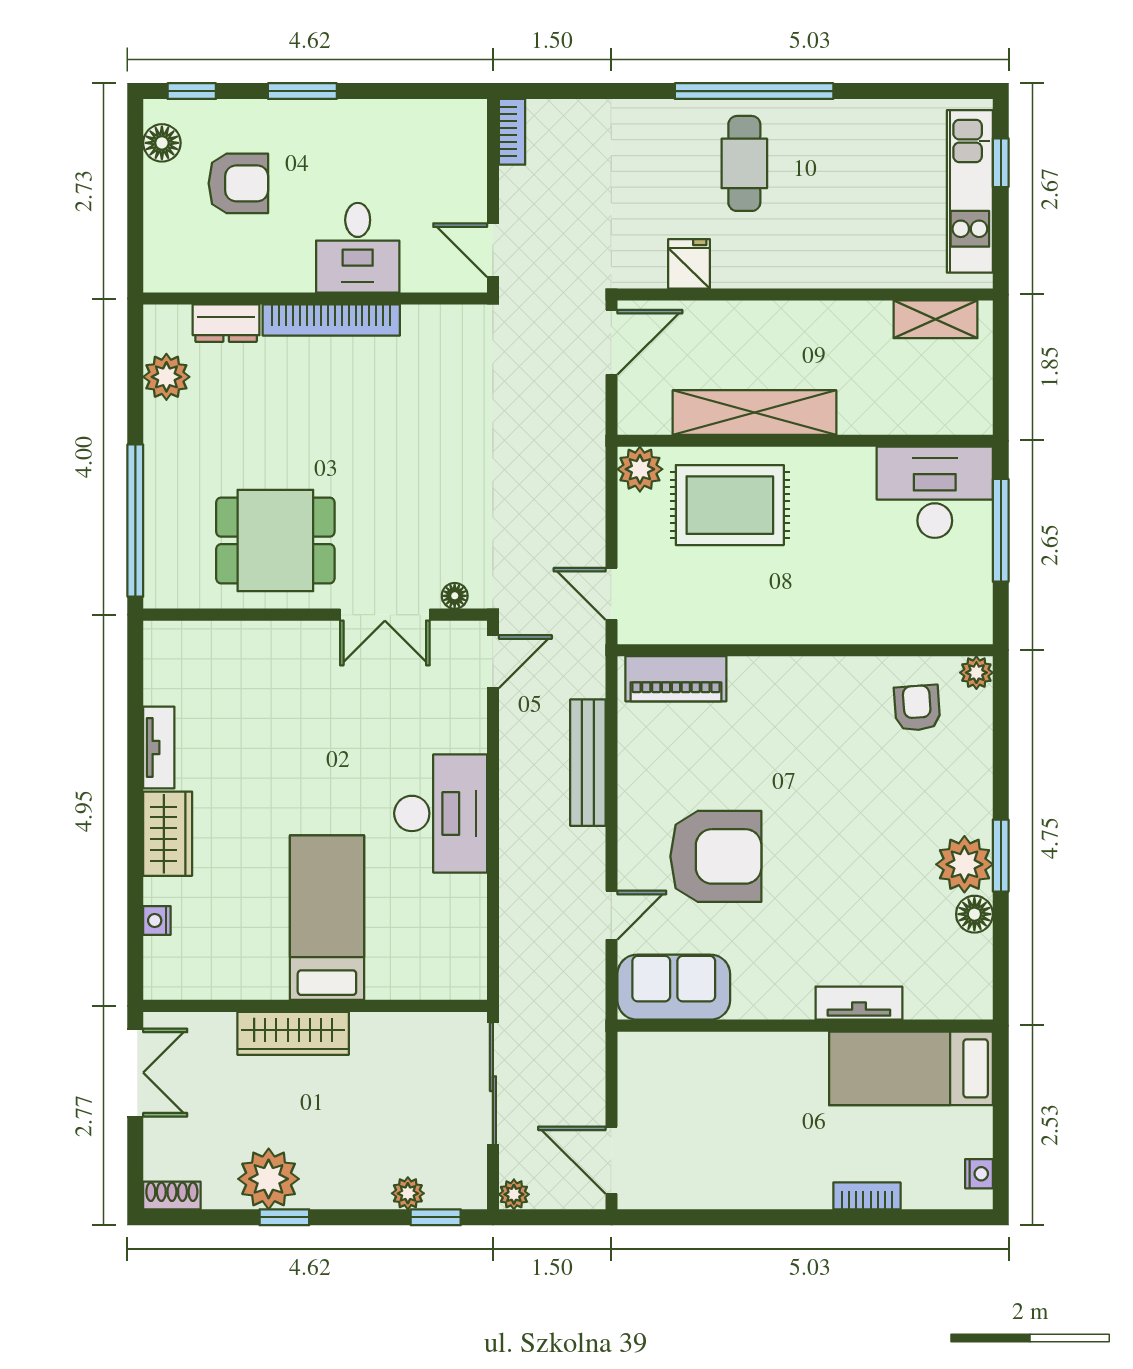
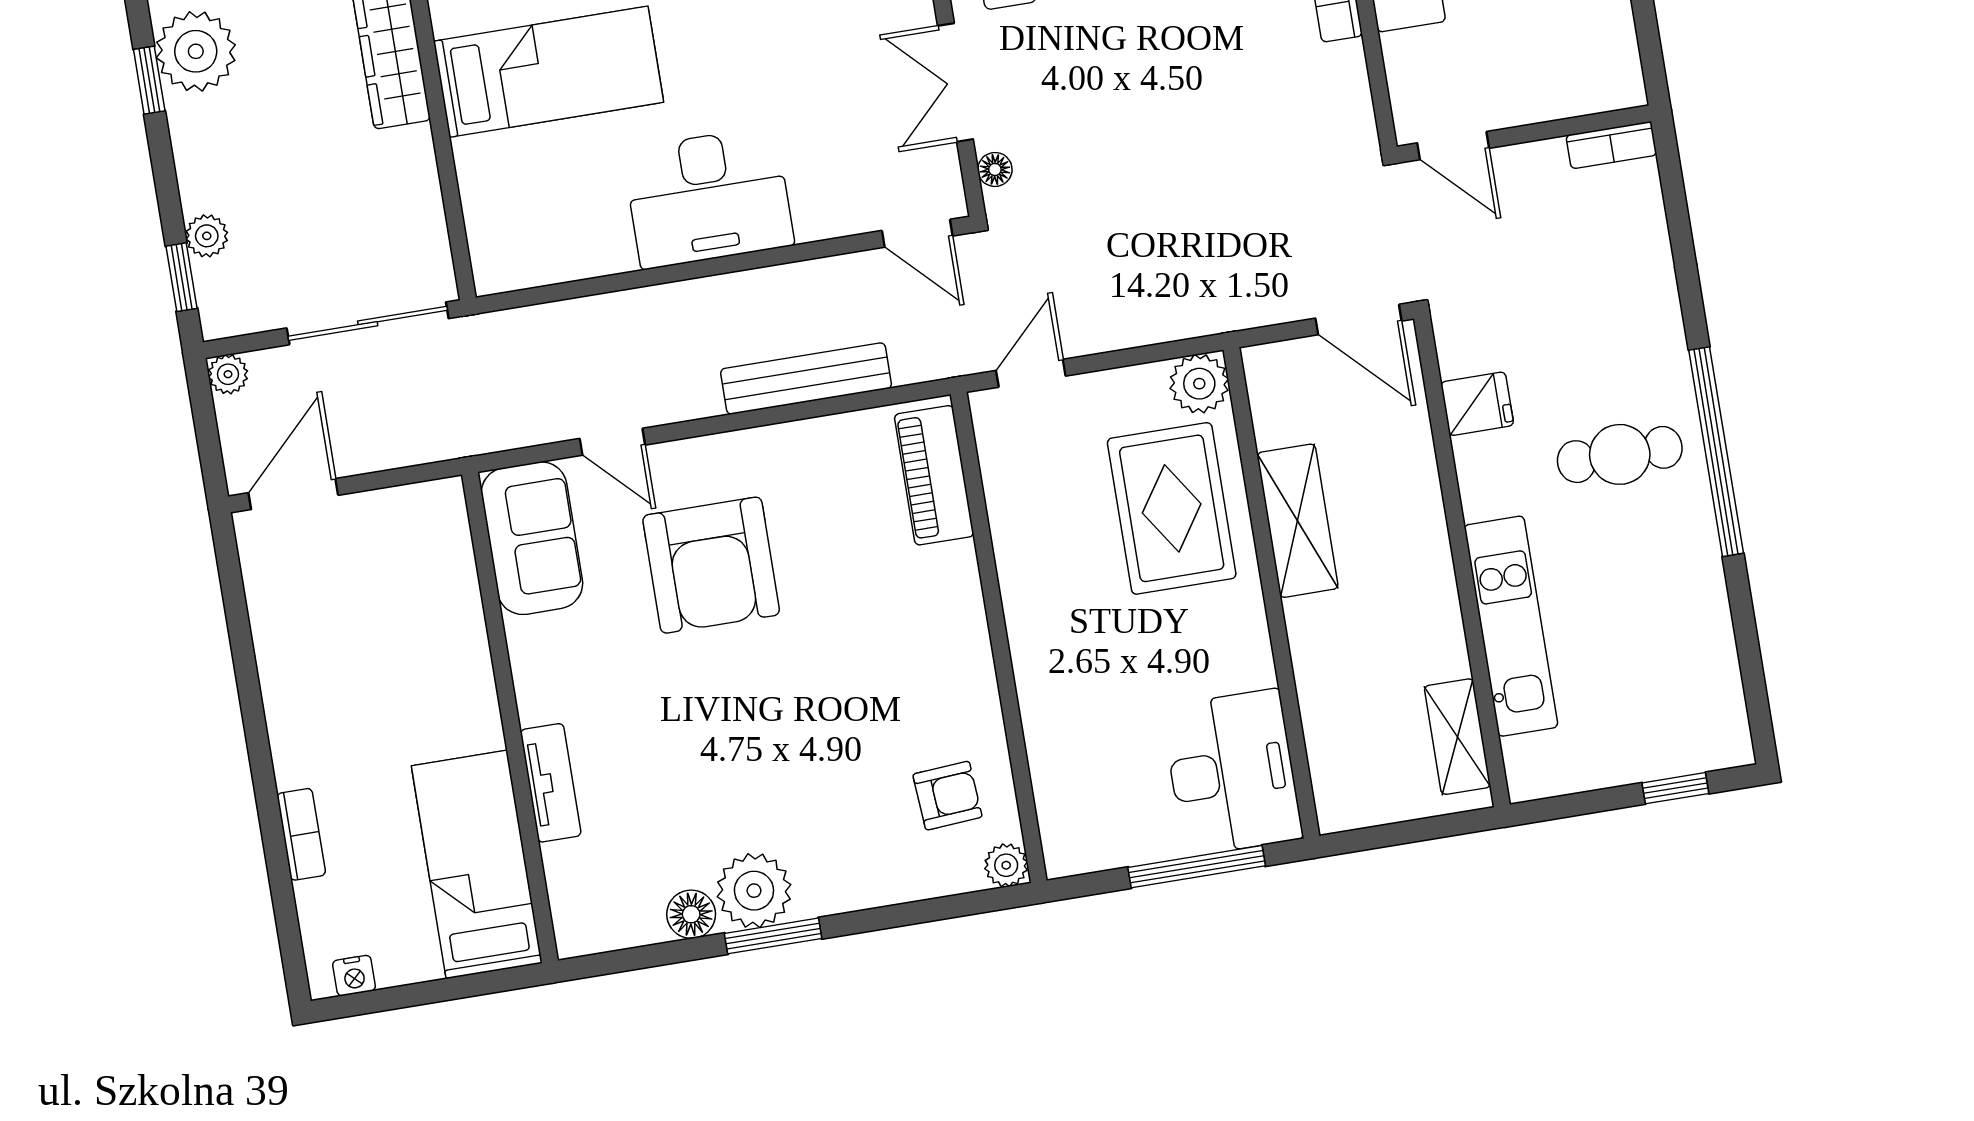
kitchen unit: (970, 191) -> (1511, 626), moved, turned 90
door: (493, 250) -> (1453, 146), swing flipped
shelving: (754, 413) -> (1297, 521), width x0.68

